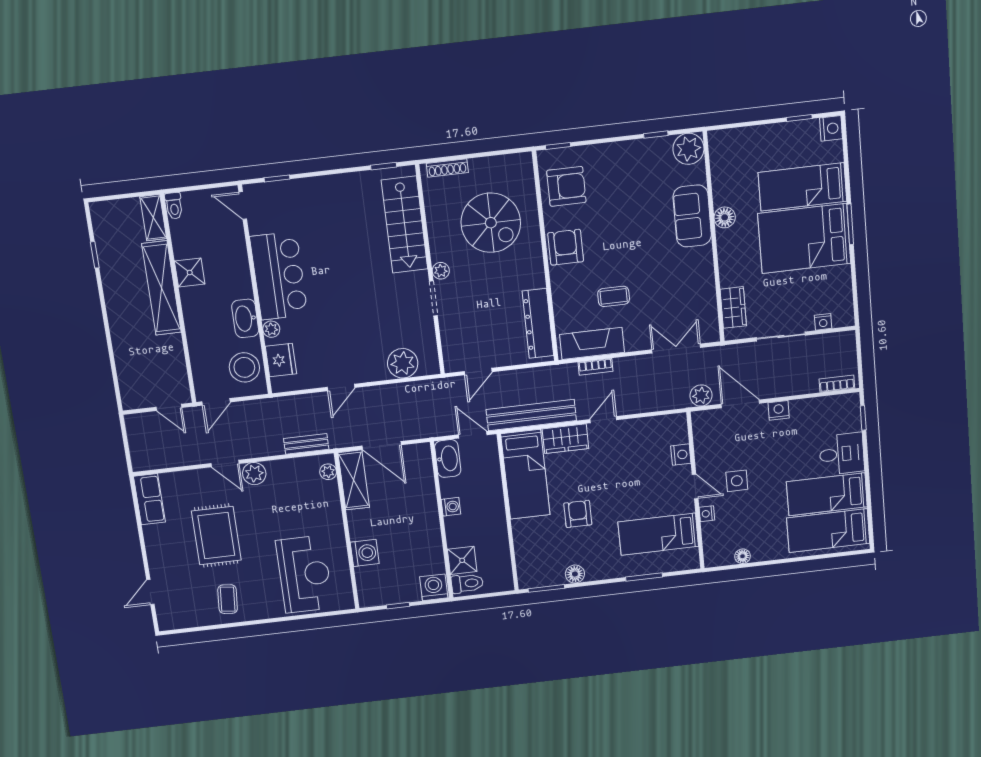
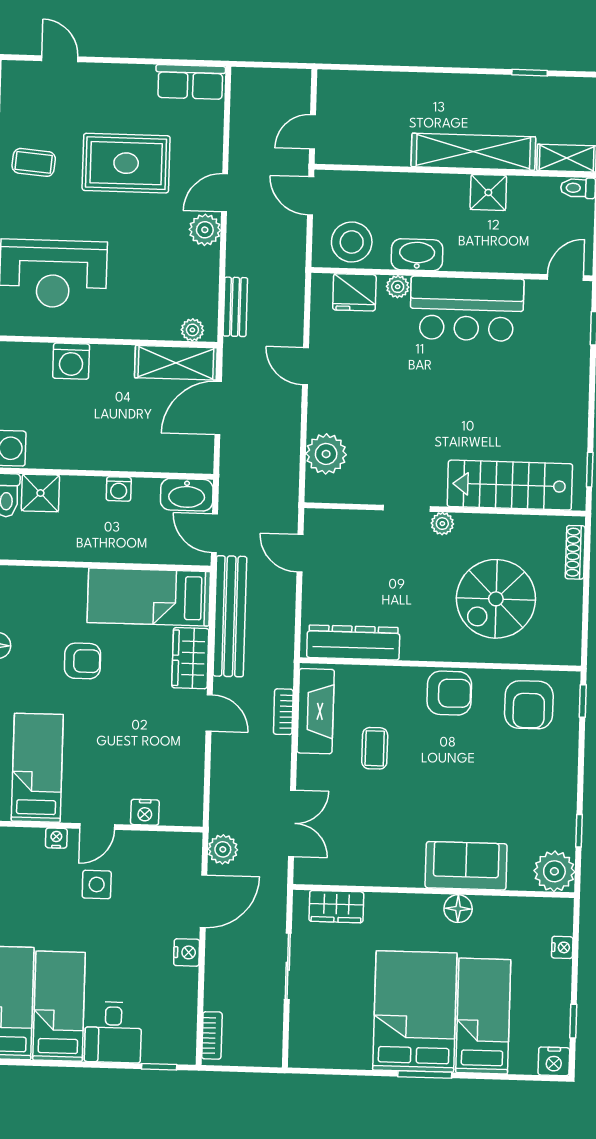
nightstand: (823, 322) -> (562, 947), moved, turned 180
door: (473, 435) -> (214, 533), swing flipped

